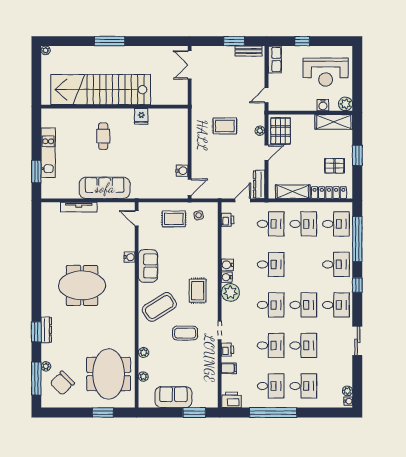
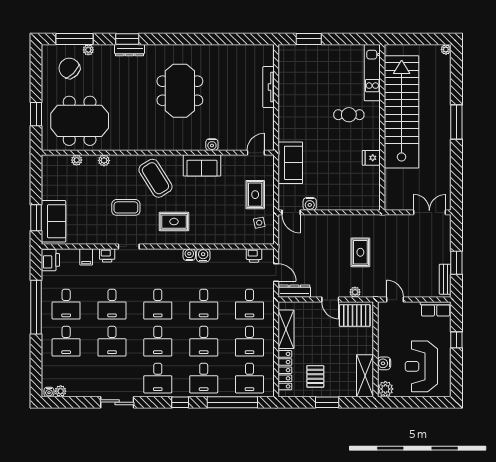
kitchen unit: (48, 153) -> (372, 73), moved, turned 90
sofa: (105, 188) -> (290, 163), moved, width x0.73
desk: (303, 264) -> (204, 341), added
plant: (230, 292) -> (172, 259), removed
coffee table: (185, 333) -> (126, 207), turned 90
sofa: (173, 397) -> (54, 221), moved

